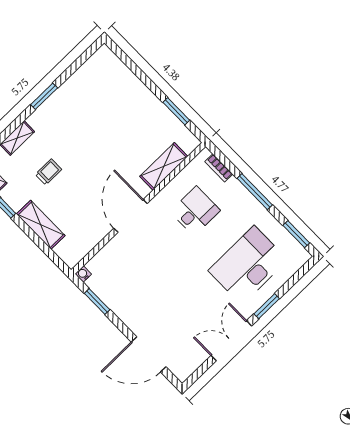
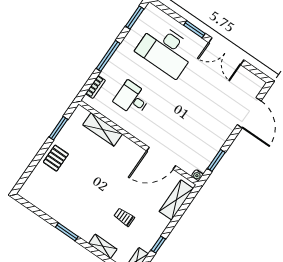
pallet: (139, 101) -> (56, 158), added
door: (131, 216) -> (161, 158), moved
shelving: (41, 225) -> (176, 200), moved

